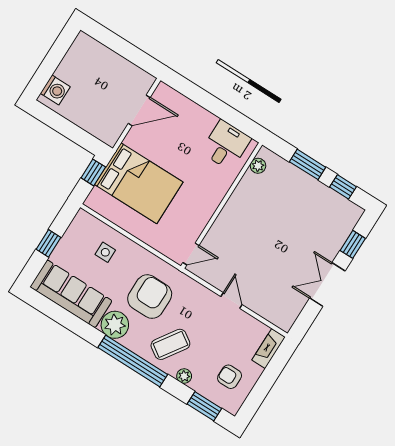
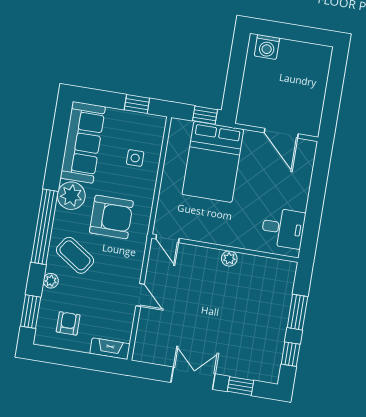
plant: (258, 166) -> (229, 259), moved
window: (49, 243) -> (137, 104), moved
door: (231, 301) -> (140, 295), hinge flipped

